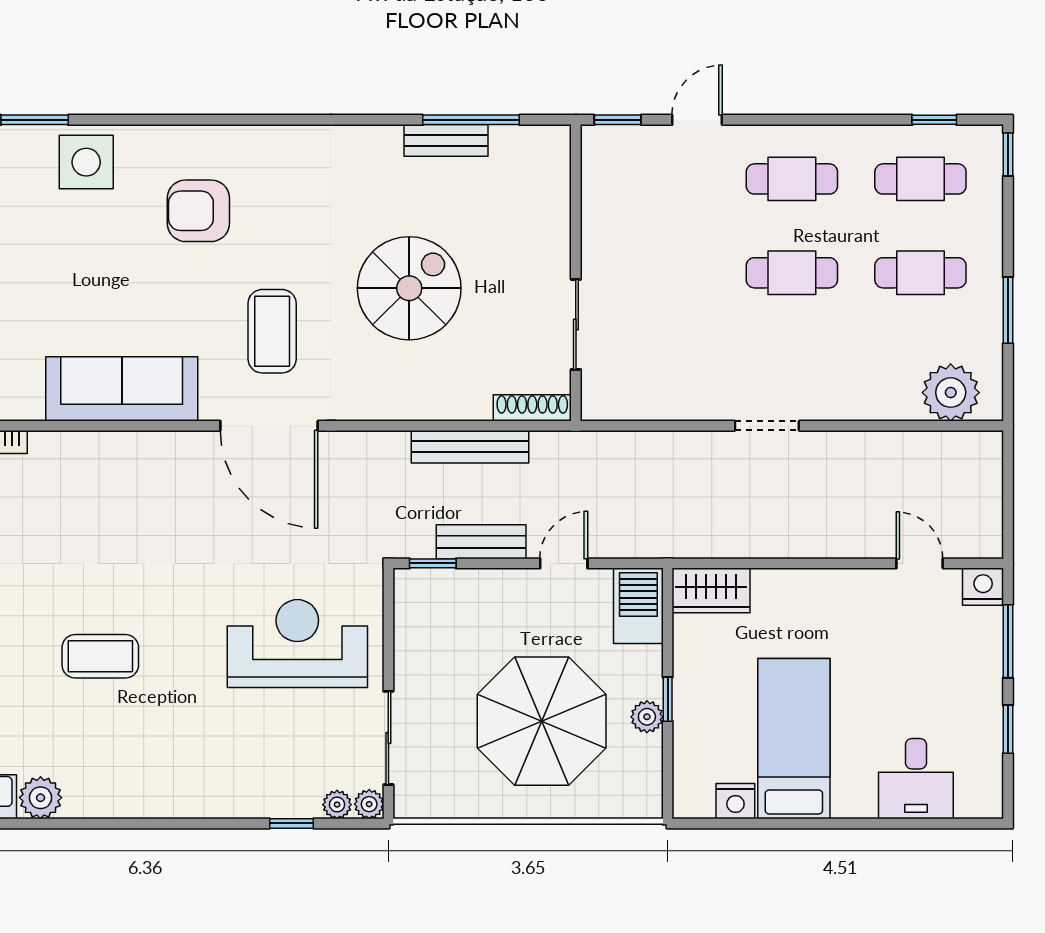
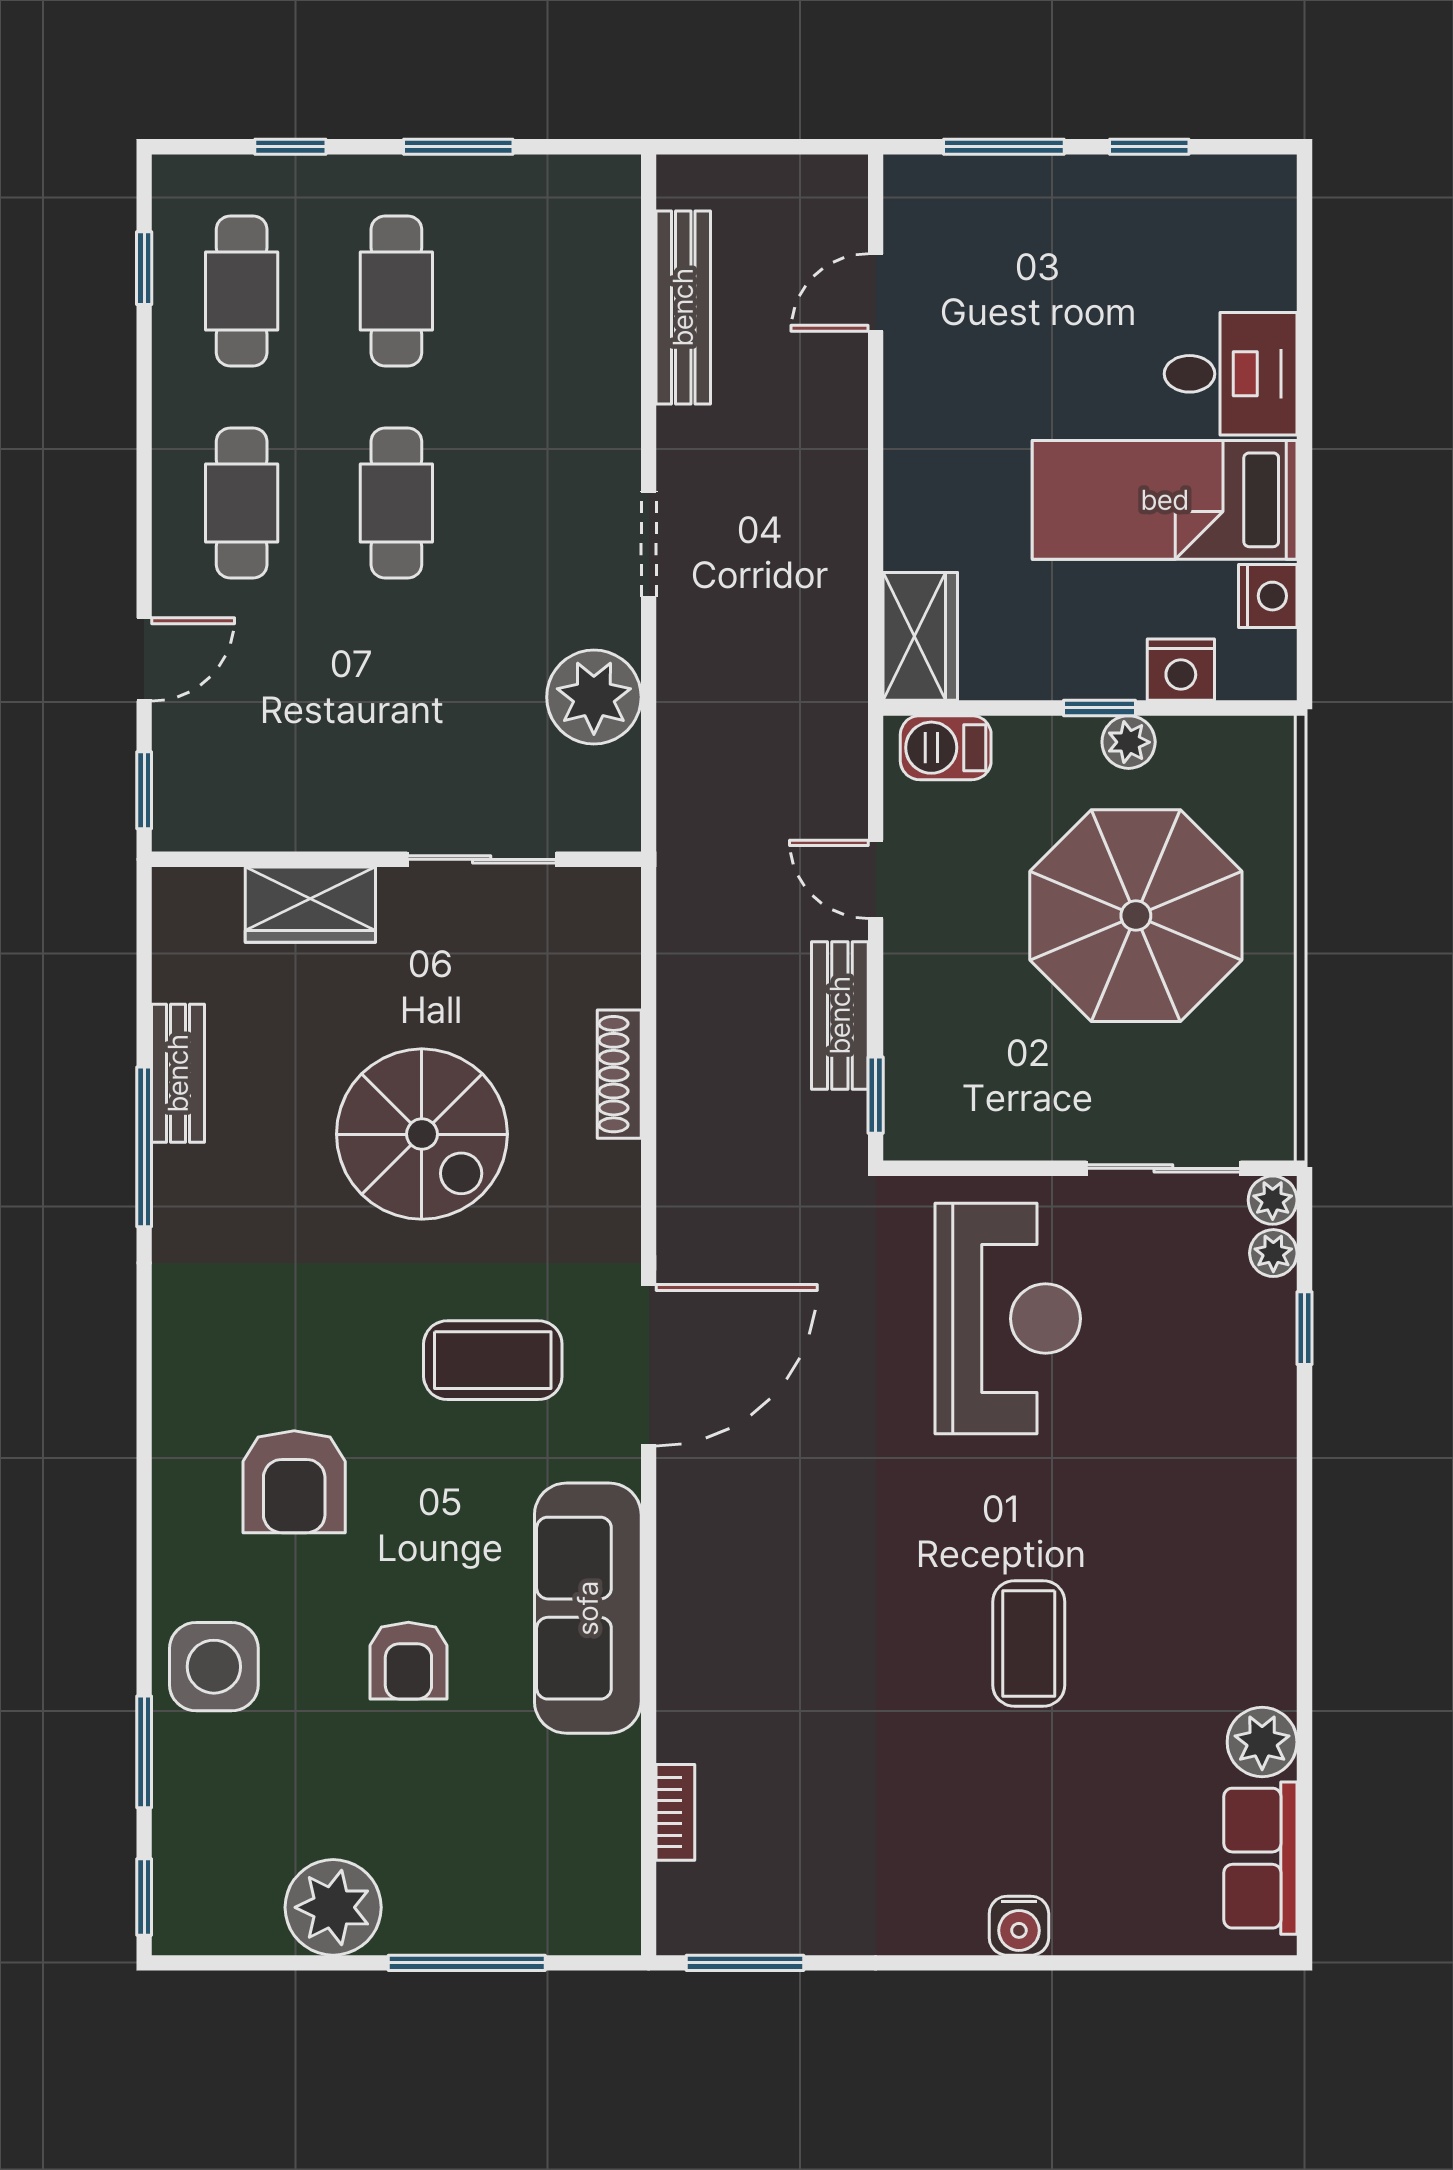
window: (471, 120) -> (144, 1147), moved
door: (697, 120) -> (144, 659), swing flipped
window: (1008, 154) -> (290, 147), moved
wardrobe: (548, 221) -> (310, 905), added
armchair: (90, 280) -> (408, 1661), added
spiral stairs: (409, 288) -> (422, 1134), turned 180
plant: (951, 393) -> (594, 697), moved
shoe rack: (532, 408) -> (619, 1074), moved
bench: (470, 447) -> (683, 307), moved
nightstand: (983, 587) -> (1181, 670), moved, turned -90
barbecue: (638, 606) -> (946, 748), width x0.73, depth x0.79
reception desk: (297, 644) -> (1008, 1319), turned 180
desk: (916, 779) -> (1231, 374), moved

